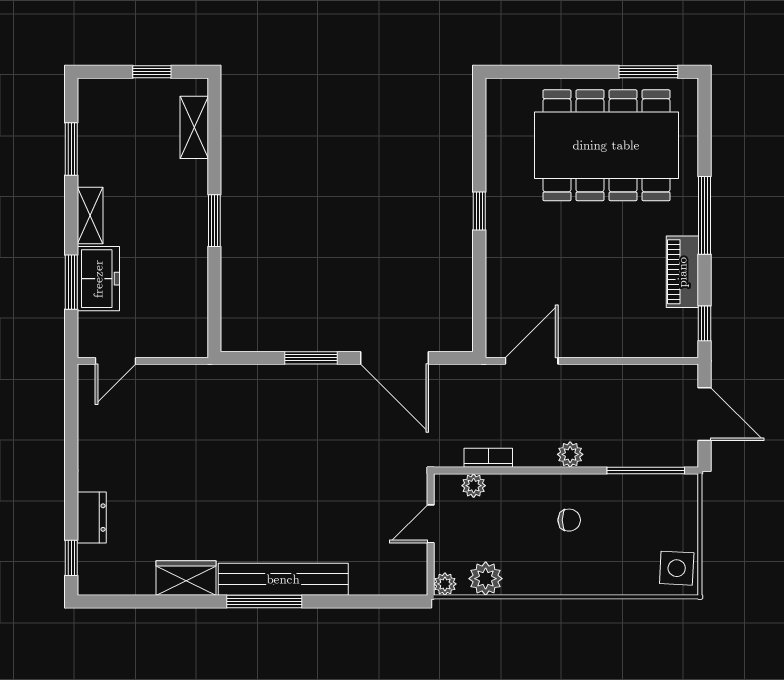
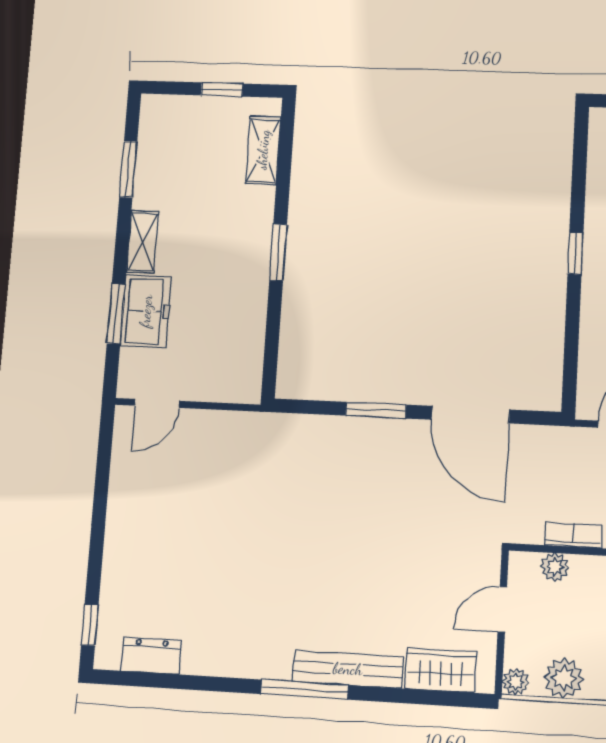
dresser: (92, 518) -> (151, 656), moved, turned -90
wardrobe: (186, 578) -> (441, 670), moved
bench: (283, 579) -> (348, 669), width x0.73, depth x0.82

